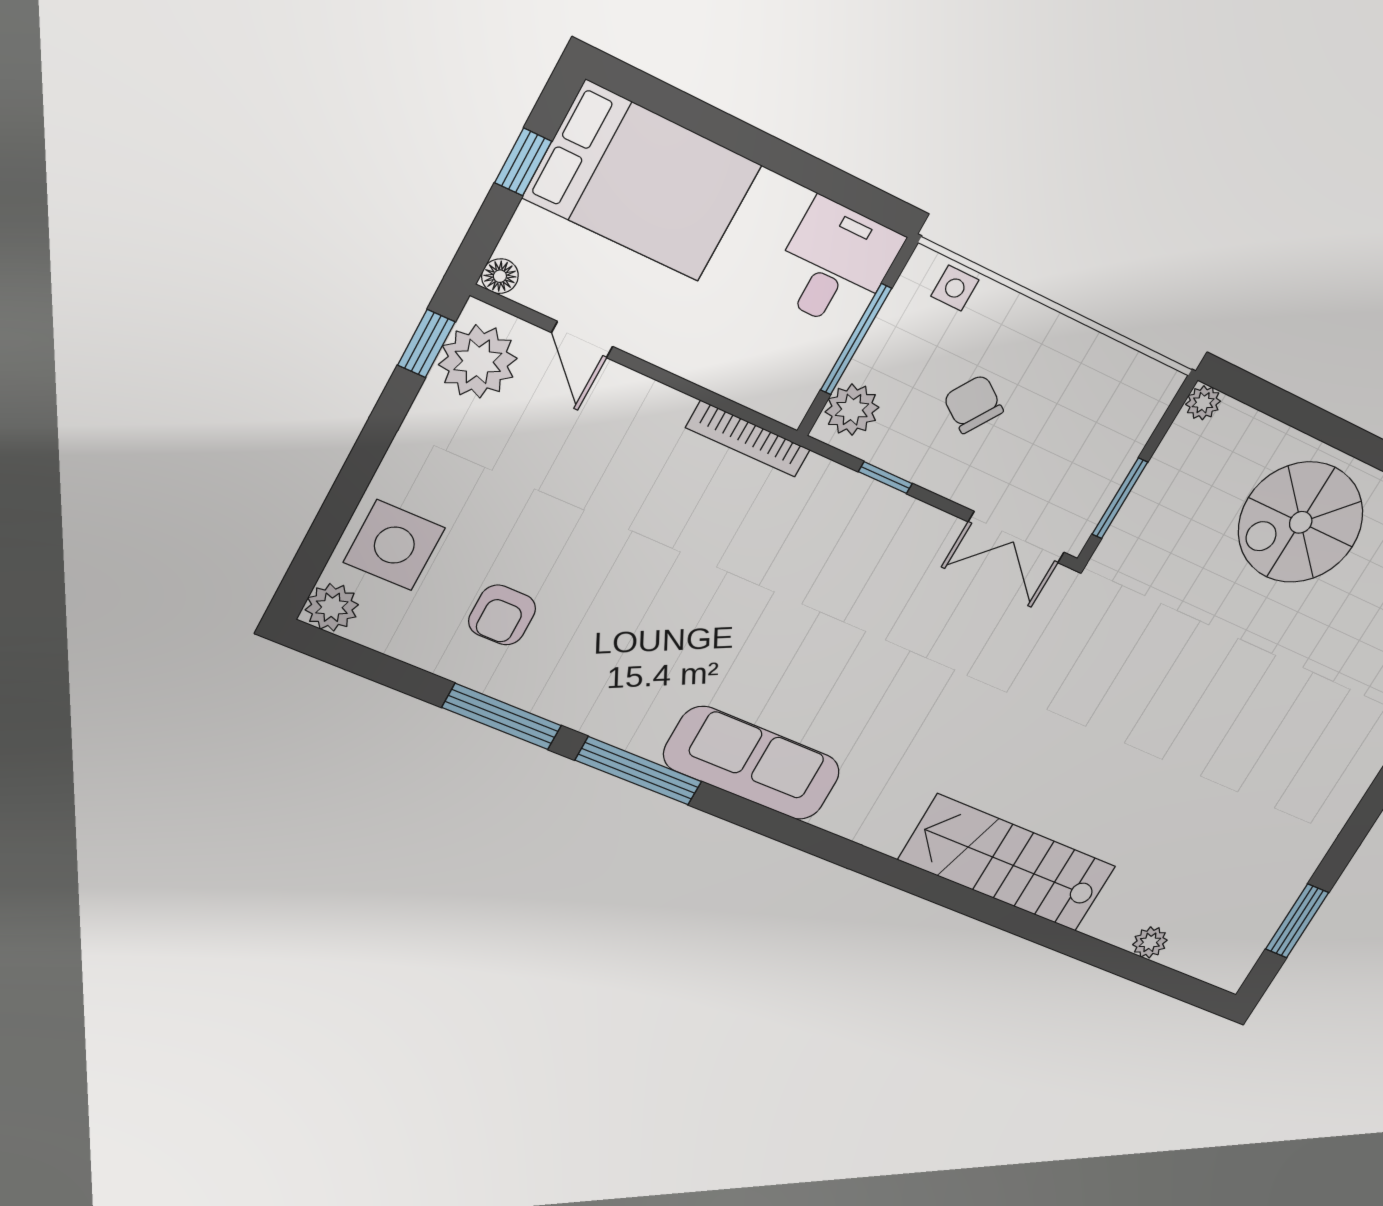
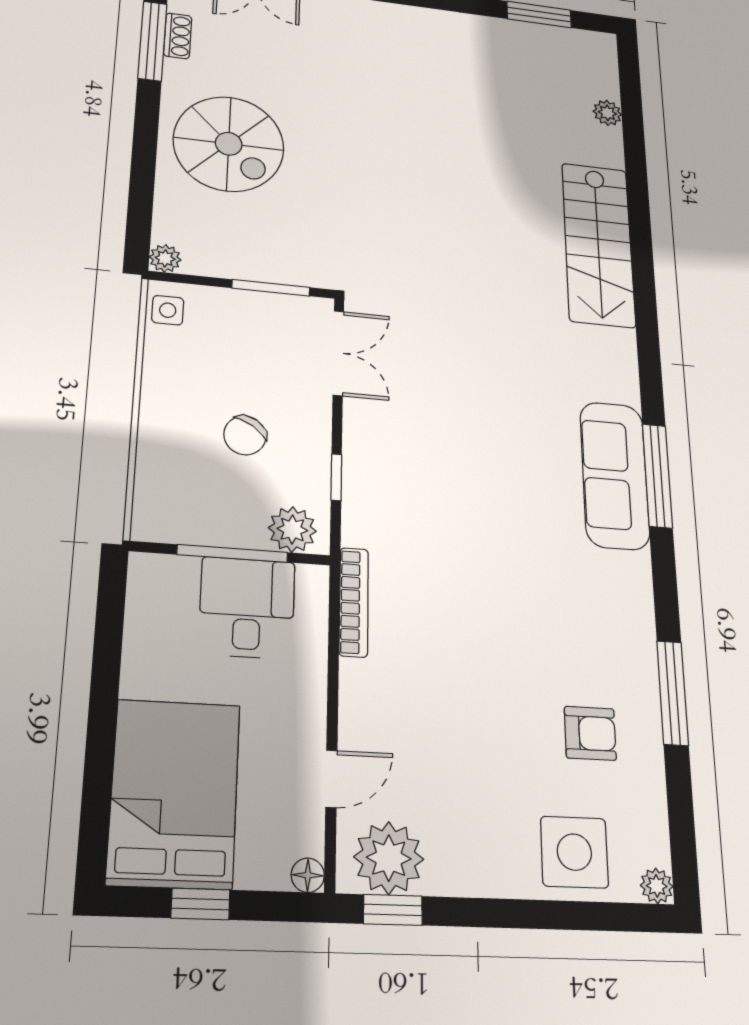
desk: (835, 264) -> (247, 608), moved, turned 90
side table: (955, 288) -> (168, 310), moved
plant: (332, 607) -> (657, 886), width x0.73, depth x0.73
window: (639, 771) -> (657, 476), moved

